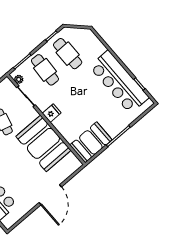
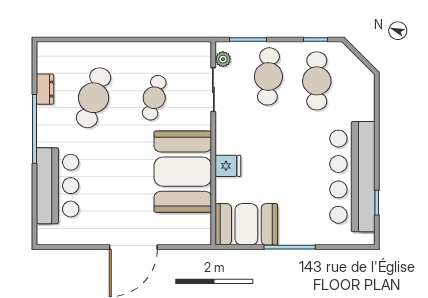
fridge: (52, 113) -> (228, 166), moved

